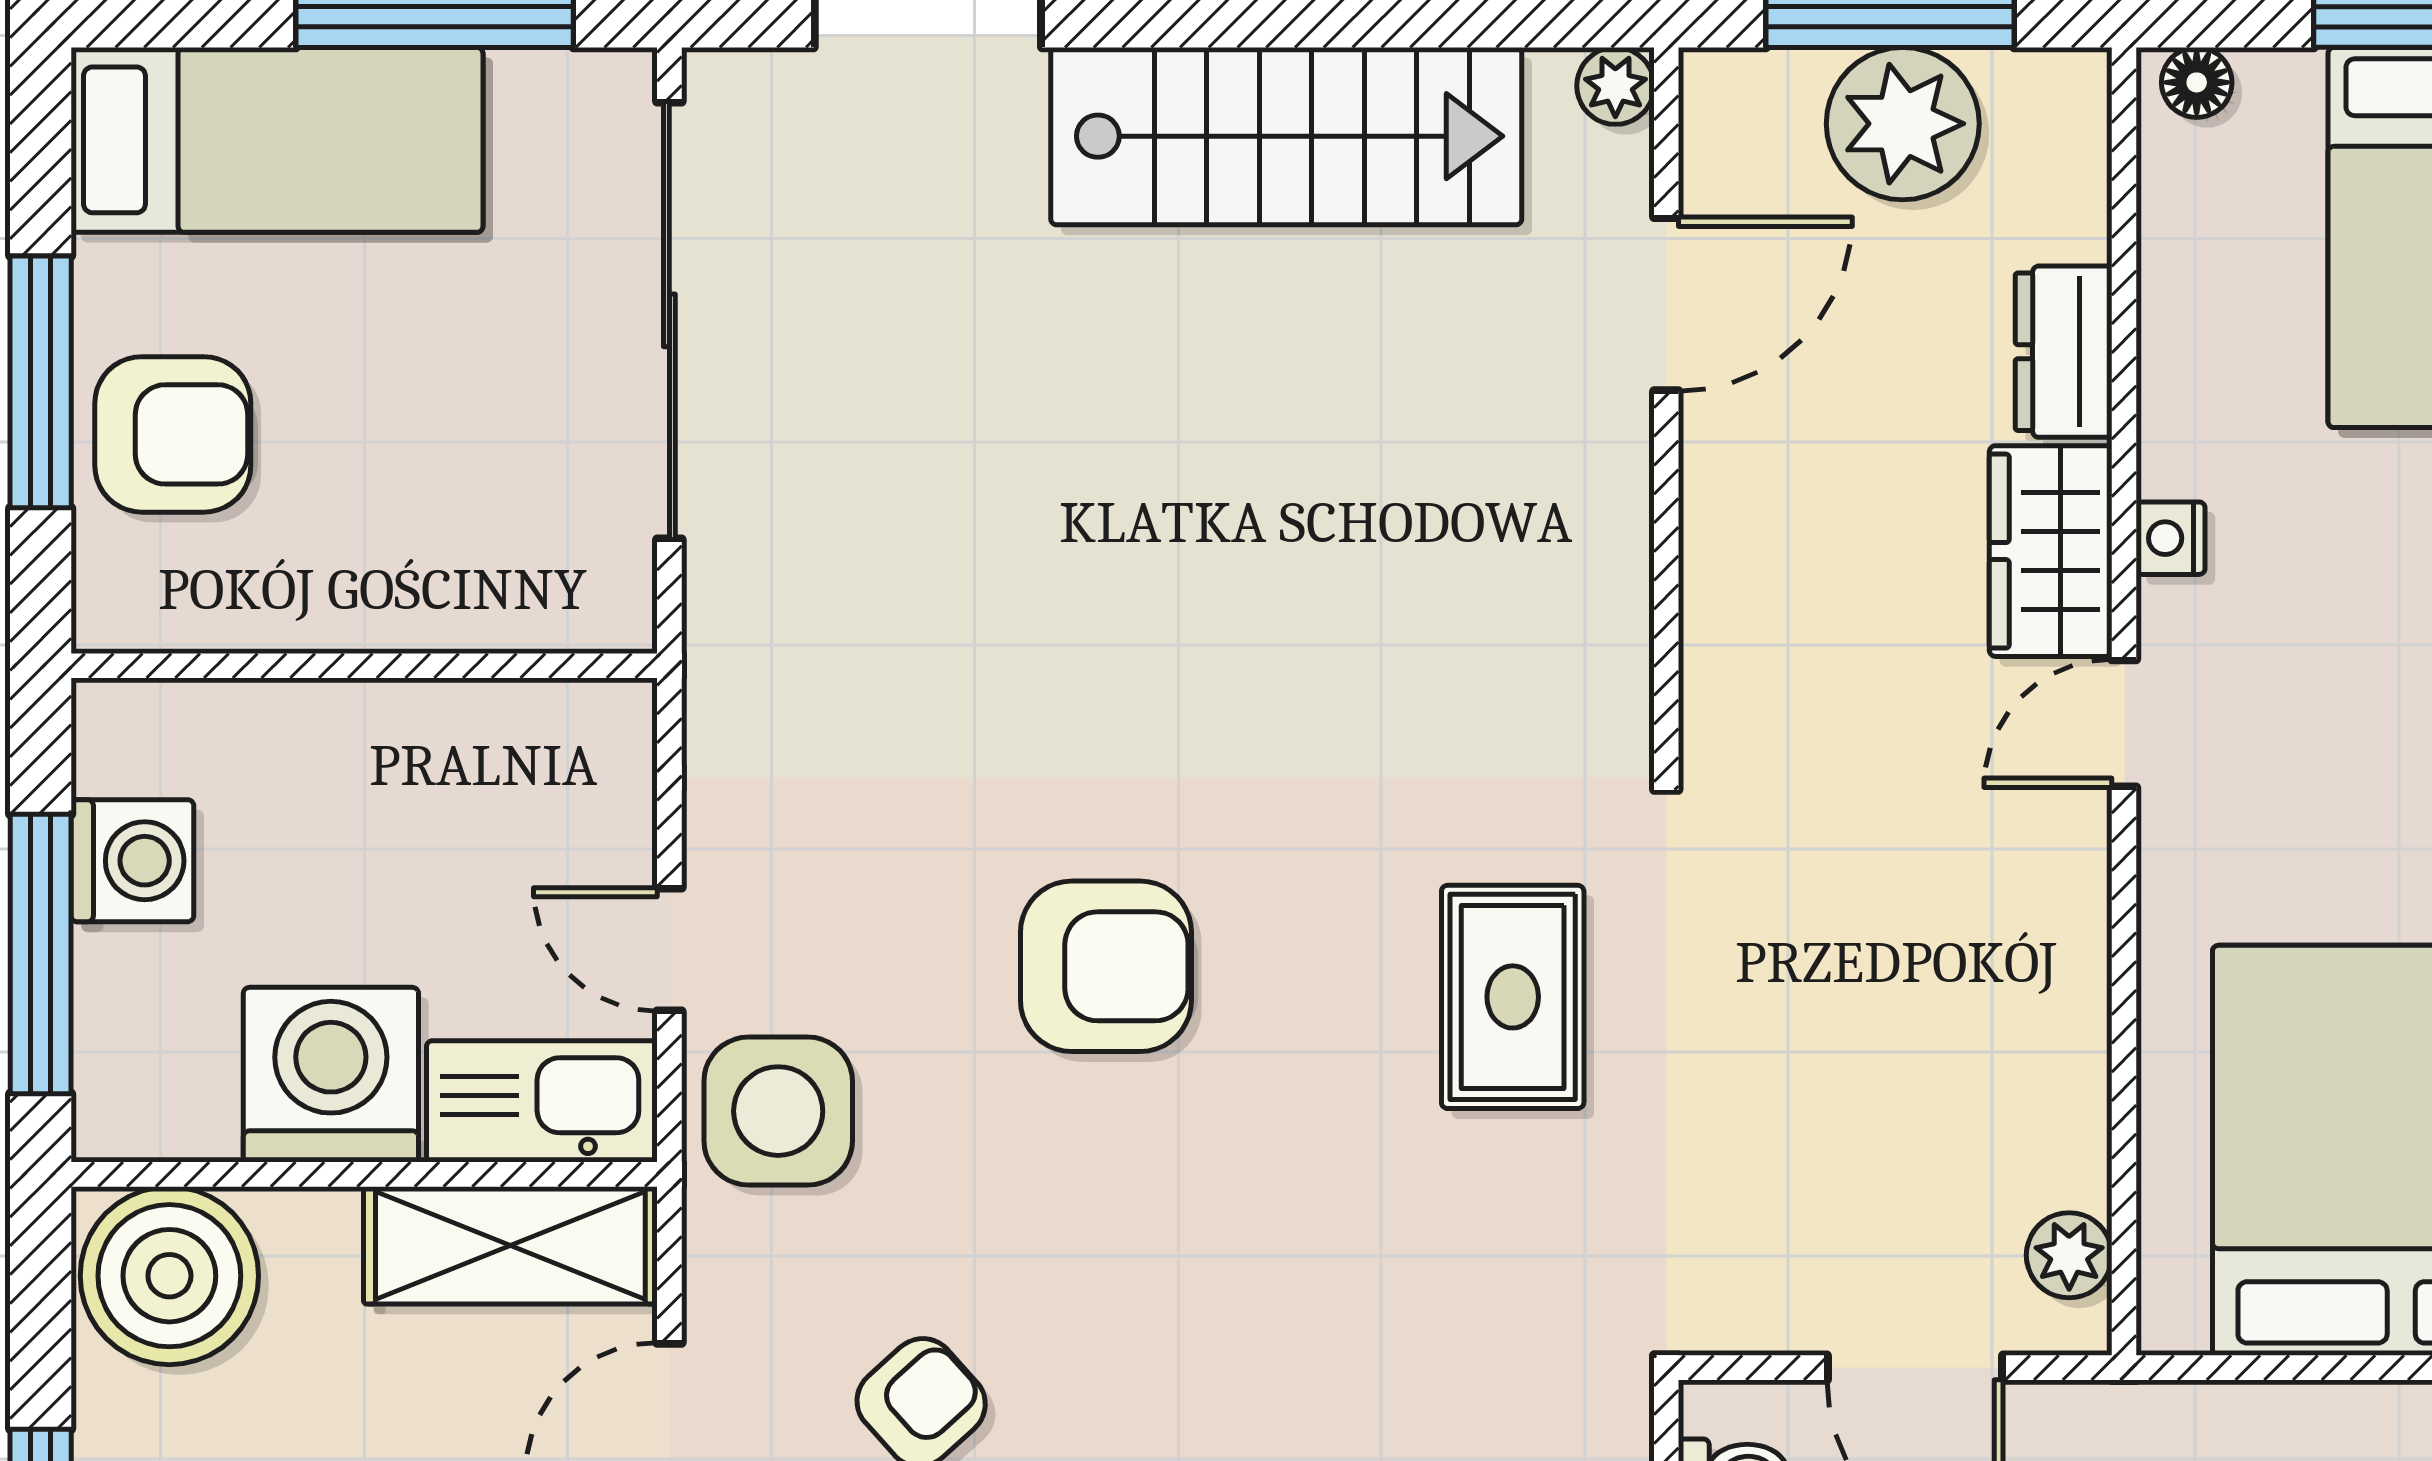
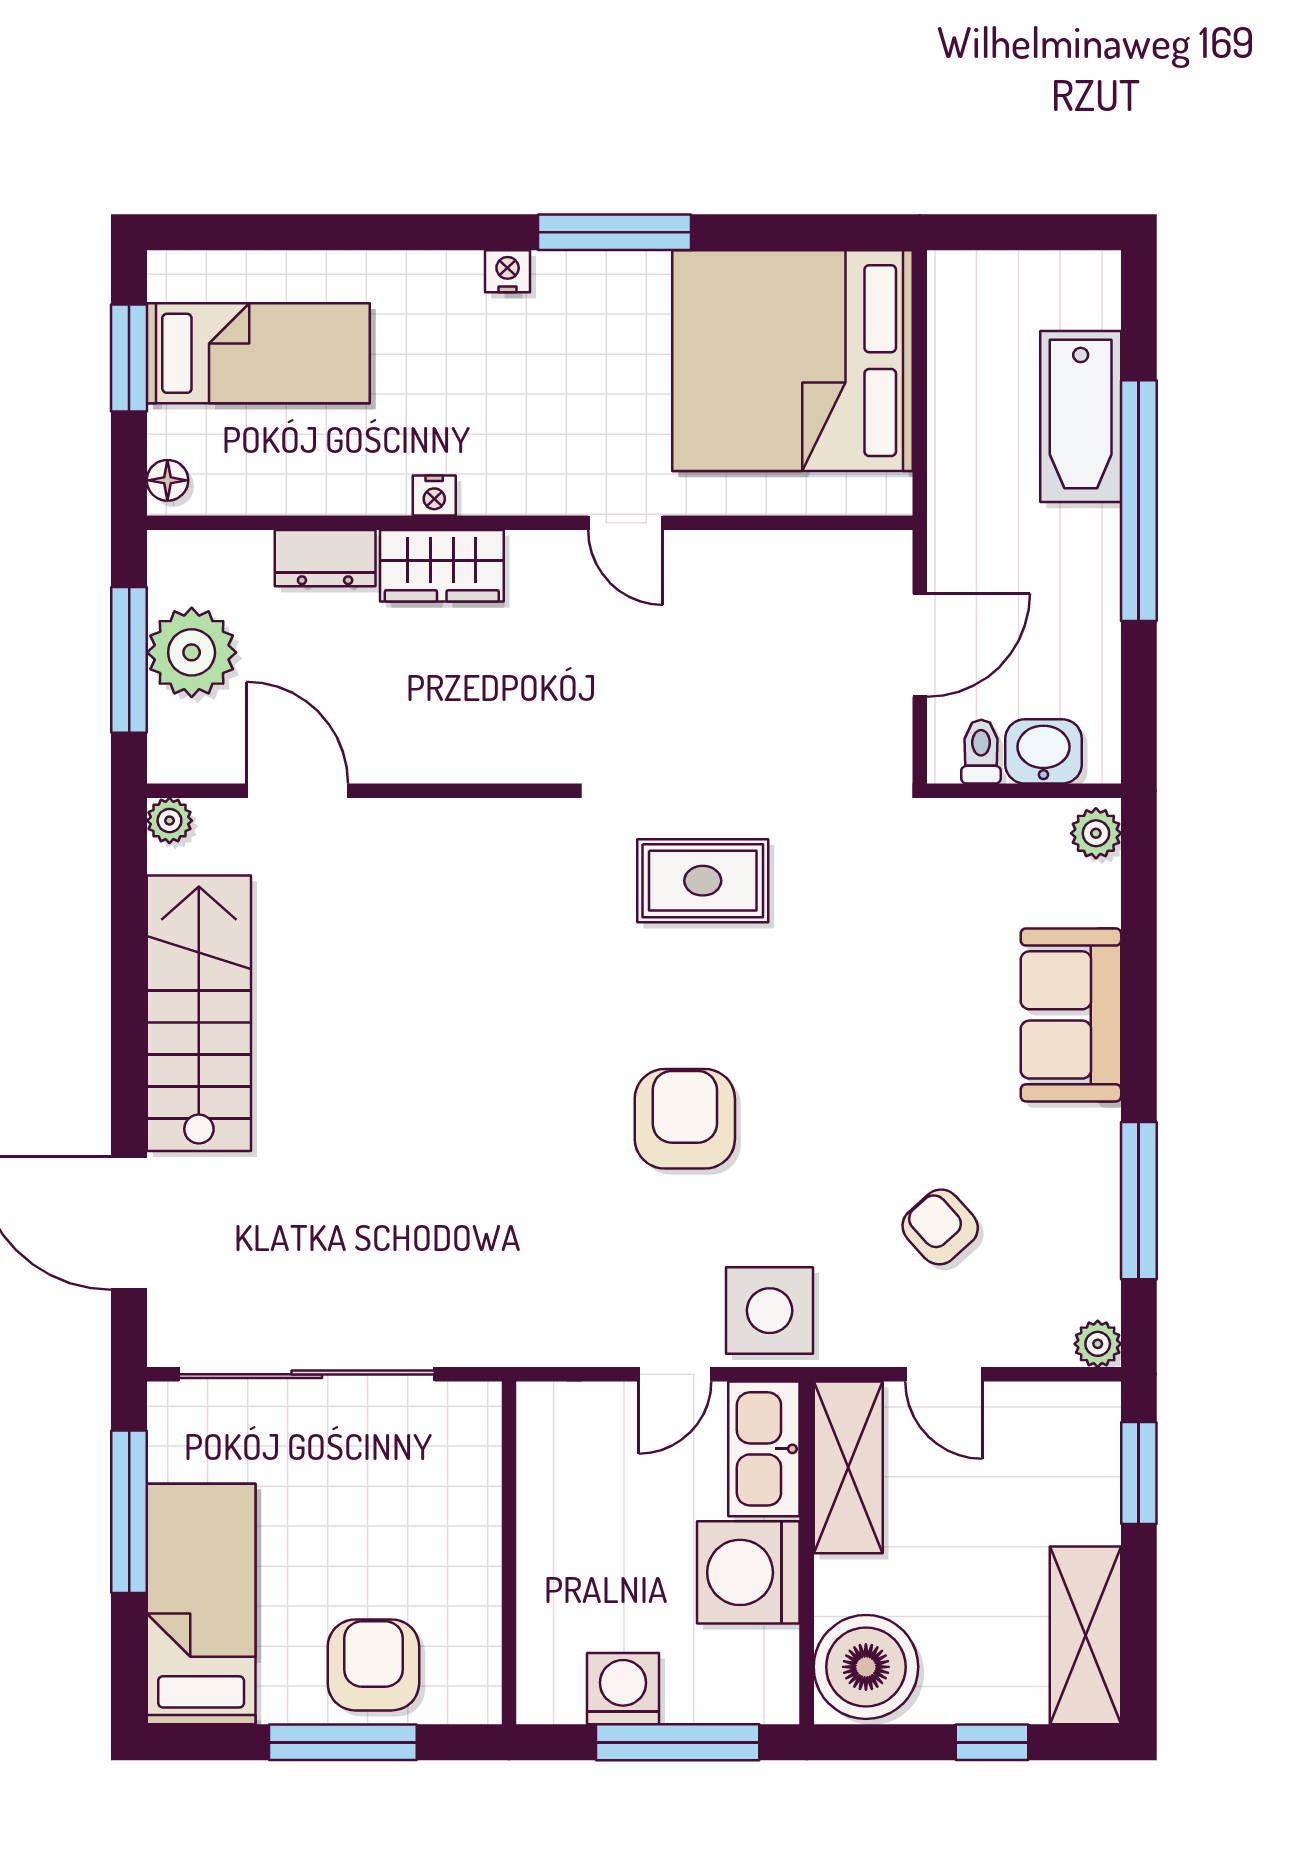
door: (2124, 723) -> (625, 523), moved
plant: (2069, 1255) -> (854, 555), removed

